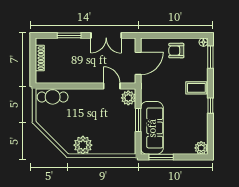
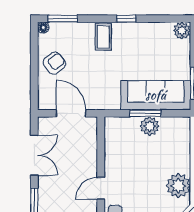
armchair: (176, 51) -> (54, 63), turned -130
door: (112, 86) -> (101, 188), moved
plant: (128, 98) -> (150, 126), moved

